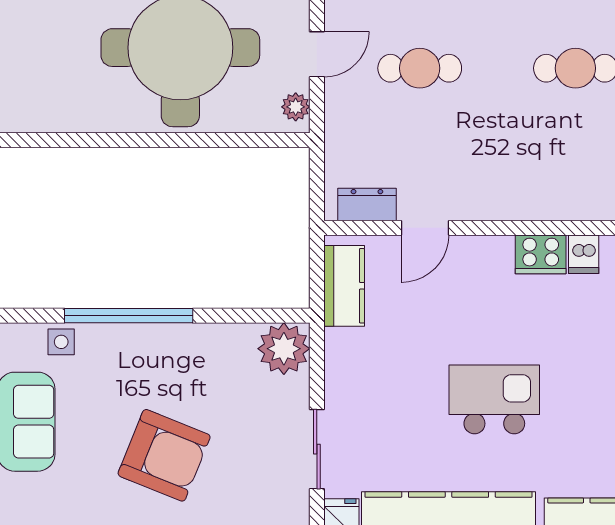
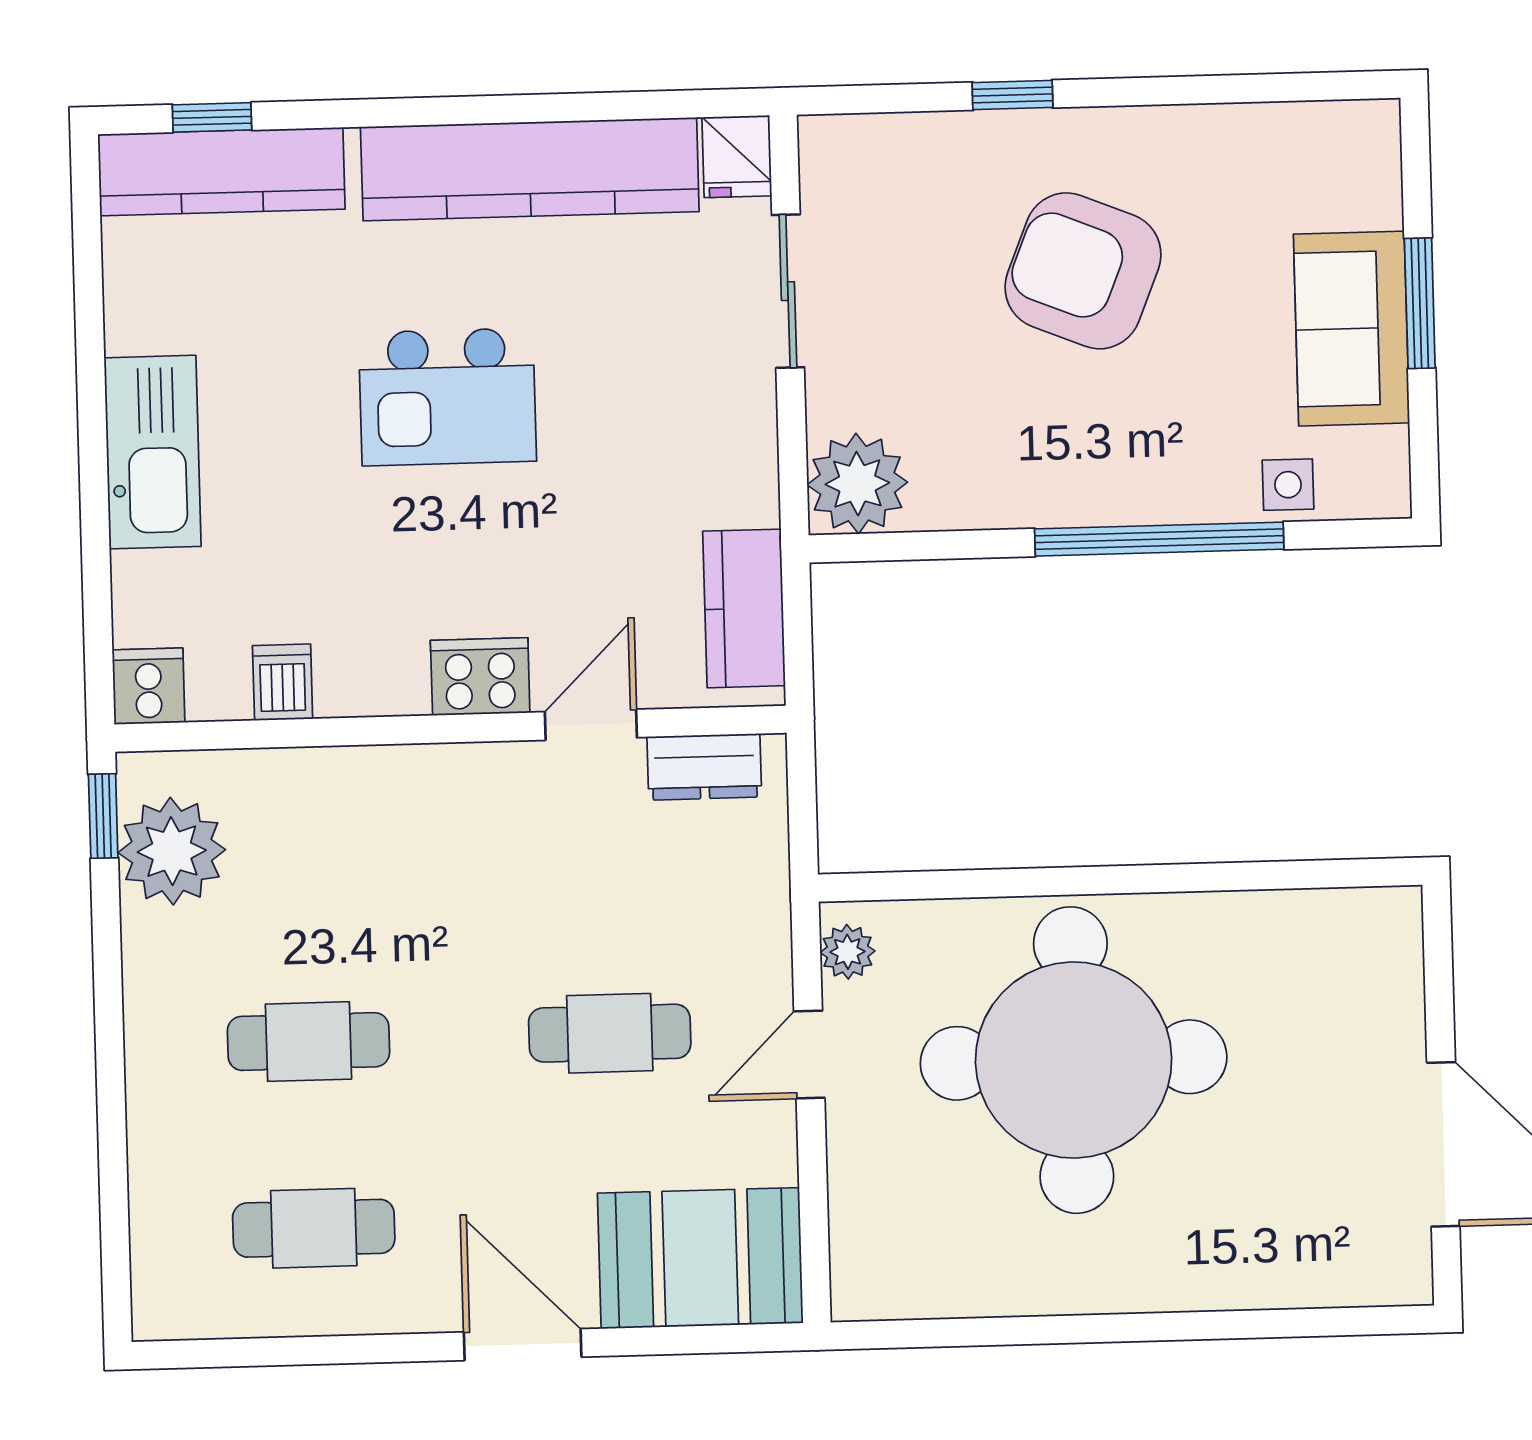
cooker: (541, 254) -> (480, 677), moved

